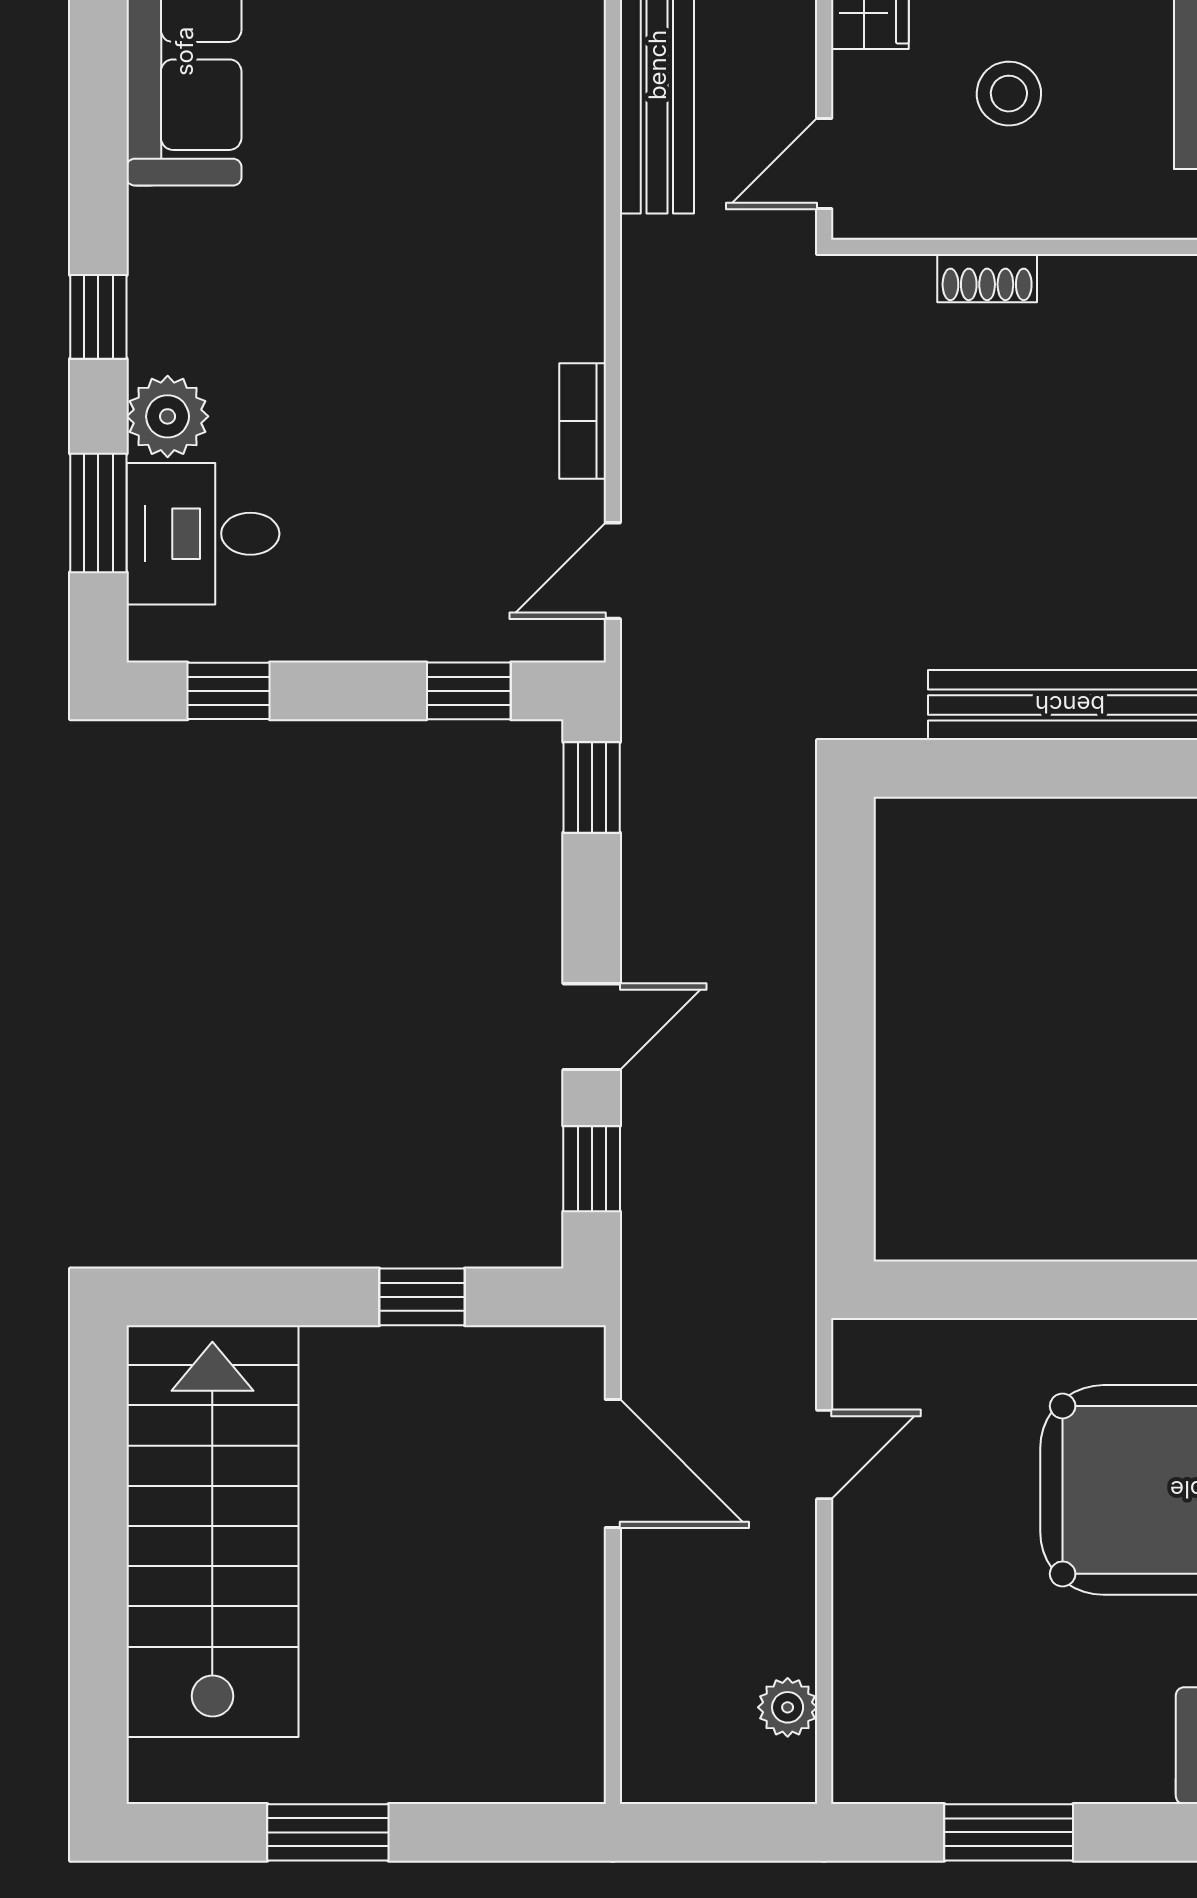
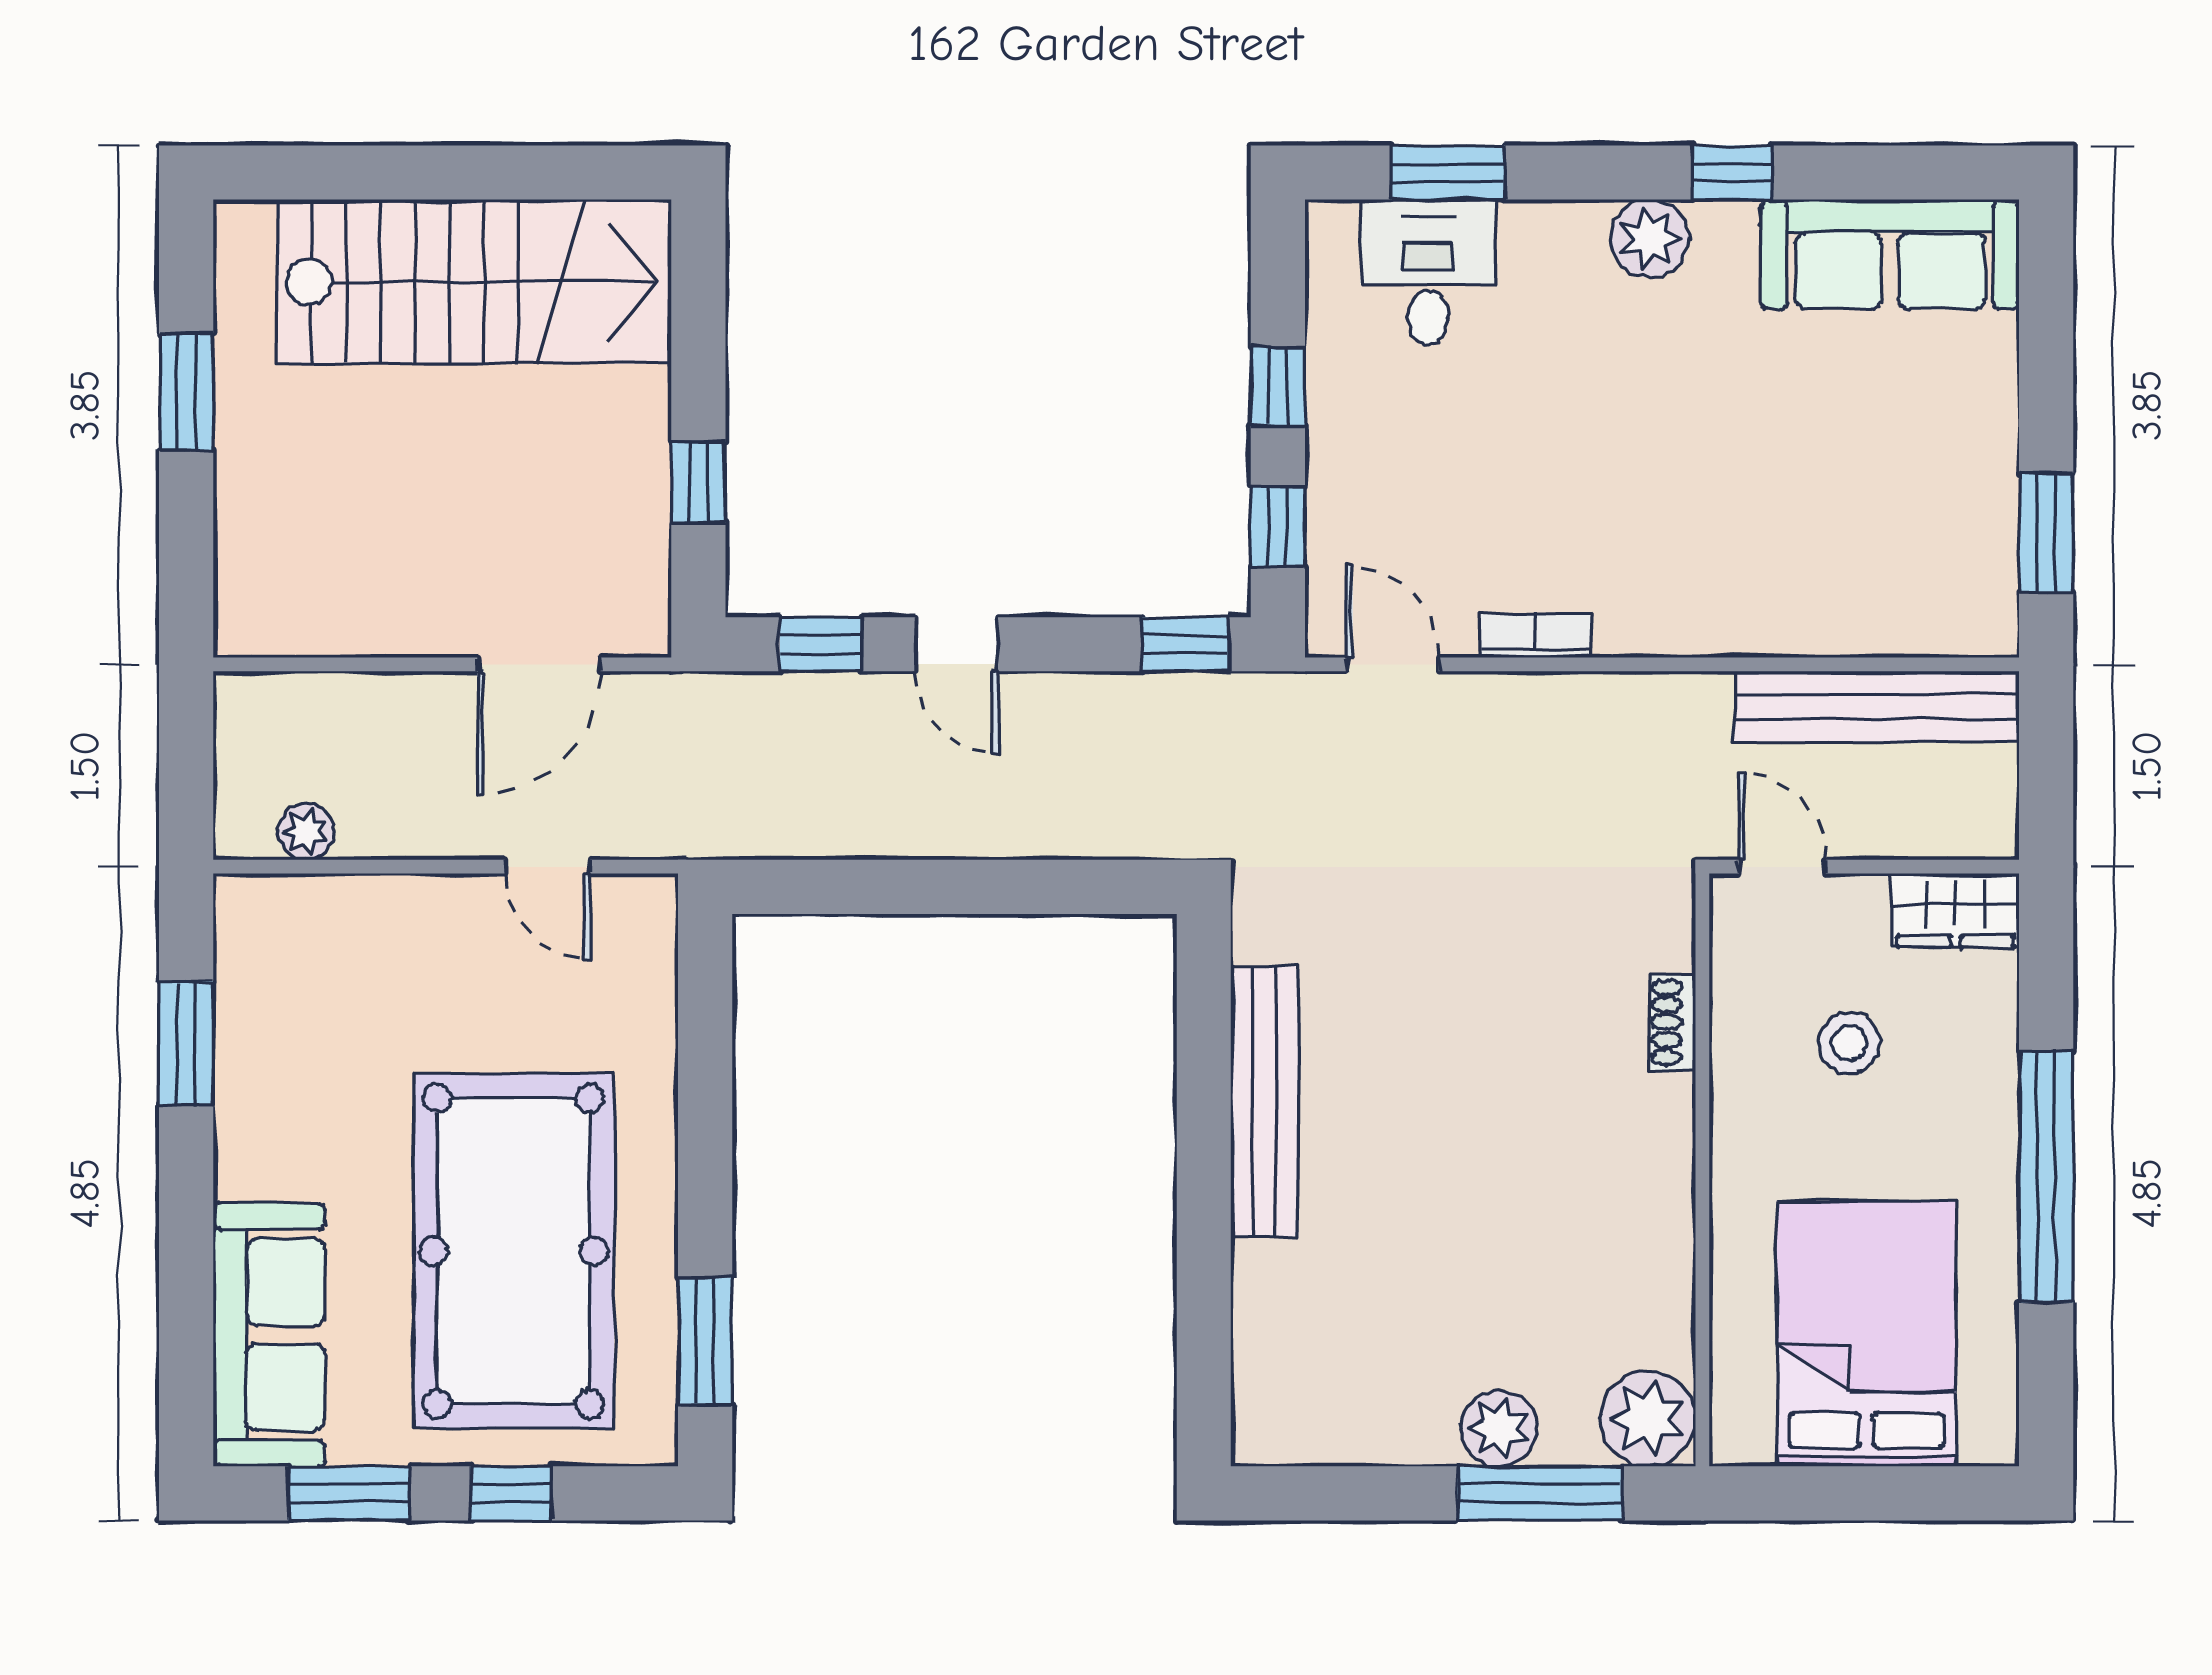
window: (98, 317) -> (1732, 173), moved
plant: (168, 416) -> (1650, 239), moved
window: (229, 691) -> (1278, 387), moved

